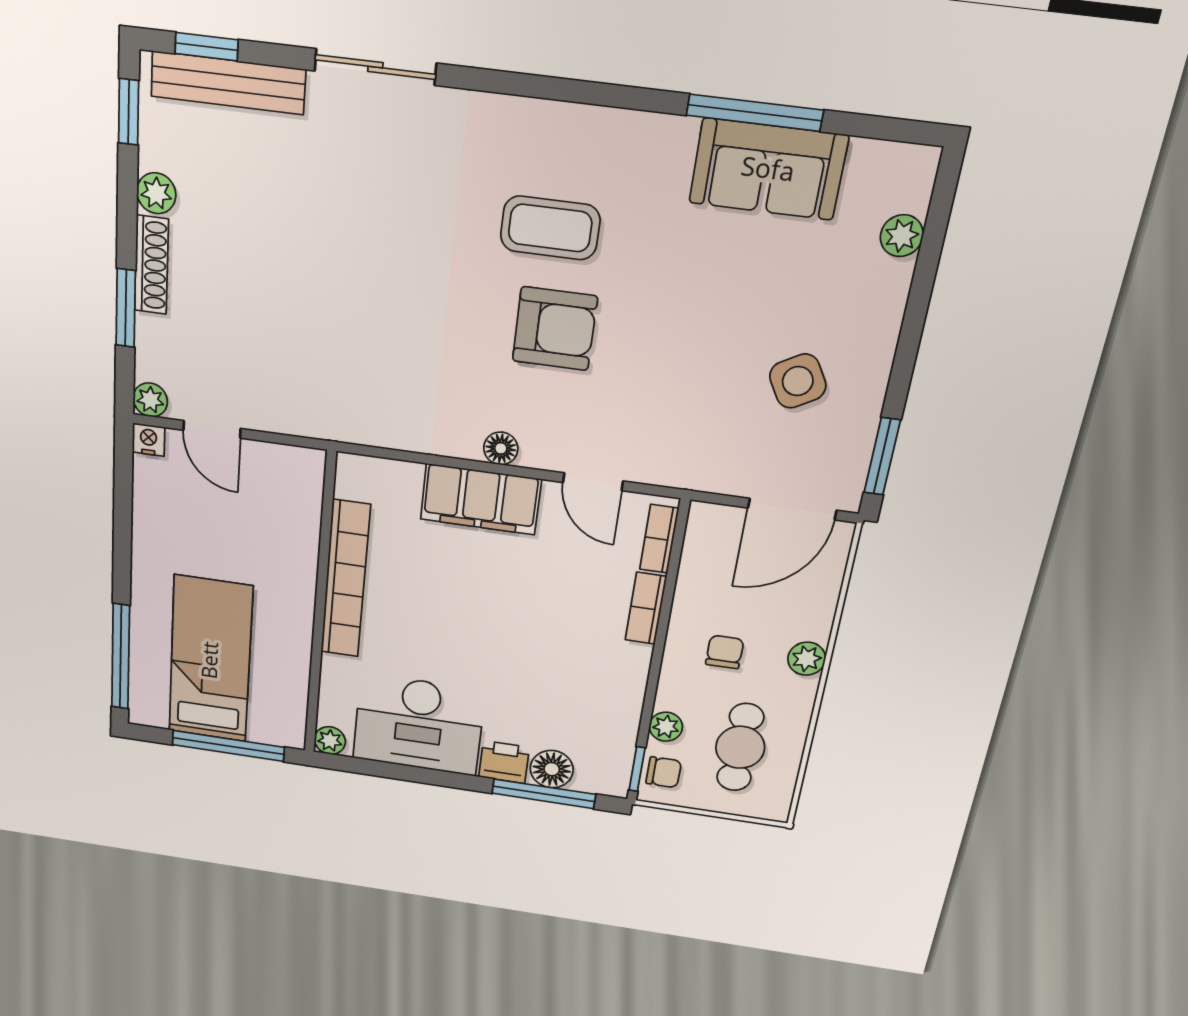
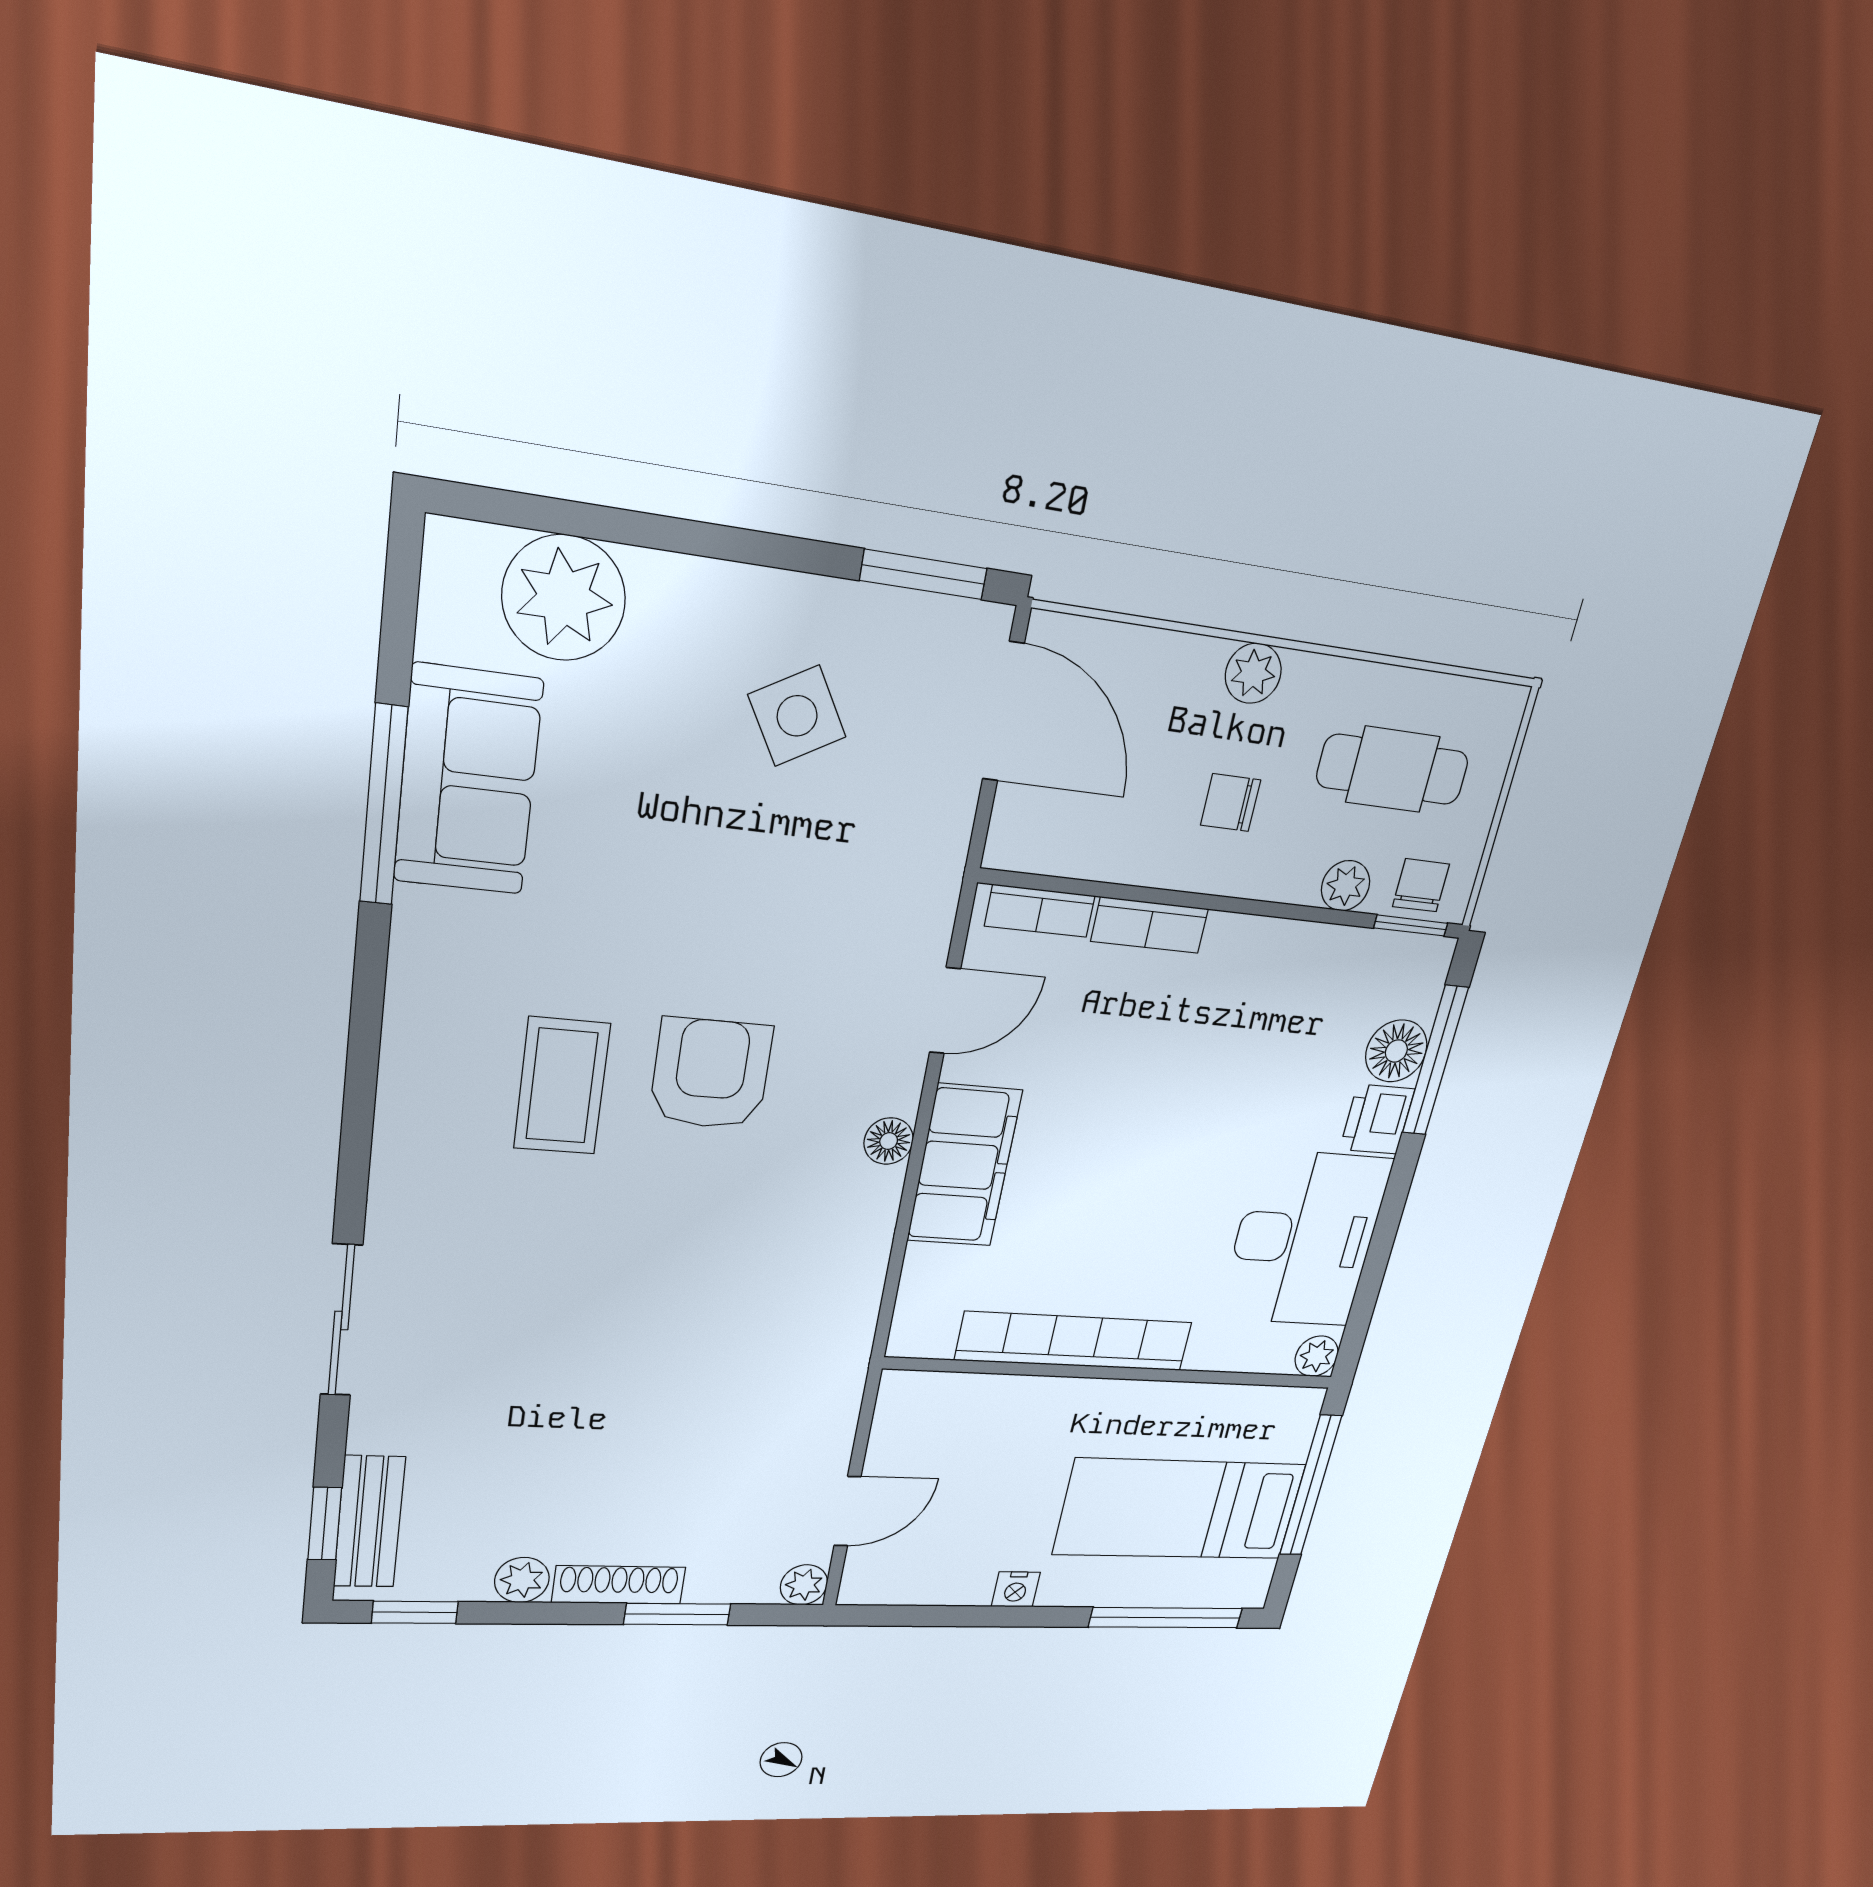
bench: (228, 83) -> (369, 1522), width x0.73
plant: (902, 236) -> (564, 598), width x1.88, depth x1.88
nightstand: (148, 440) -> (1016, 1589), moved, turned -90

